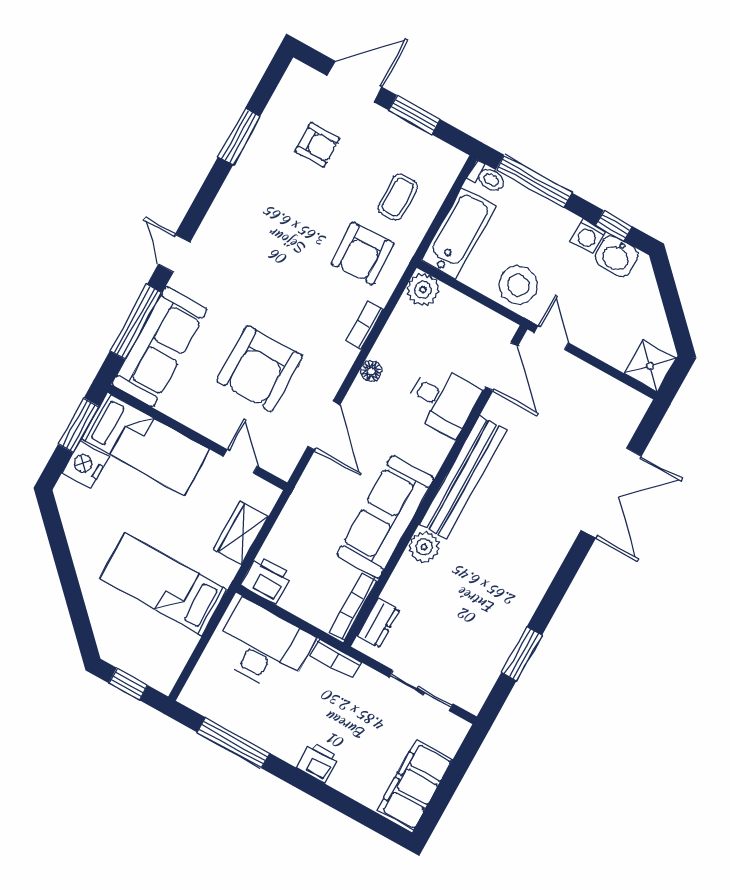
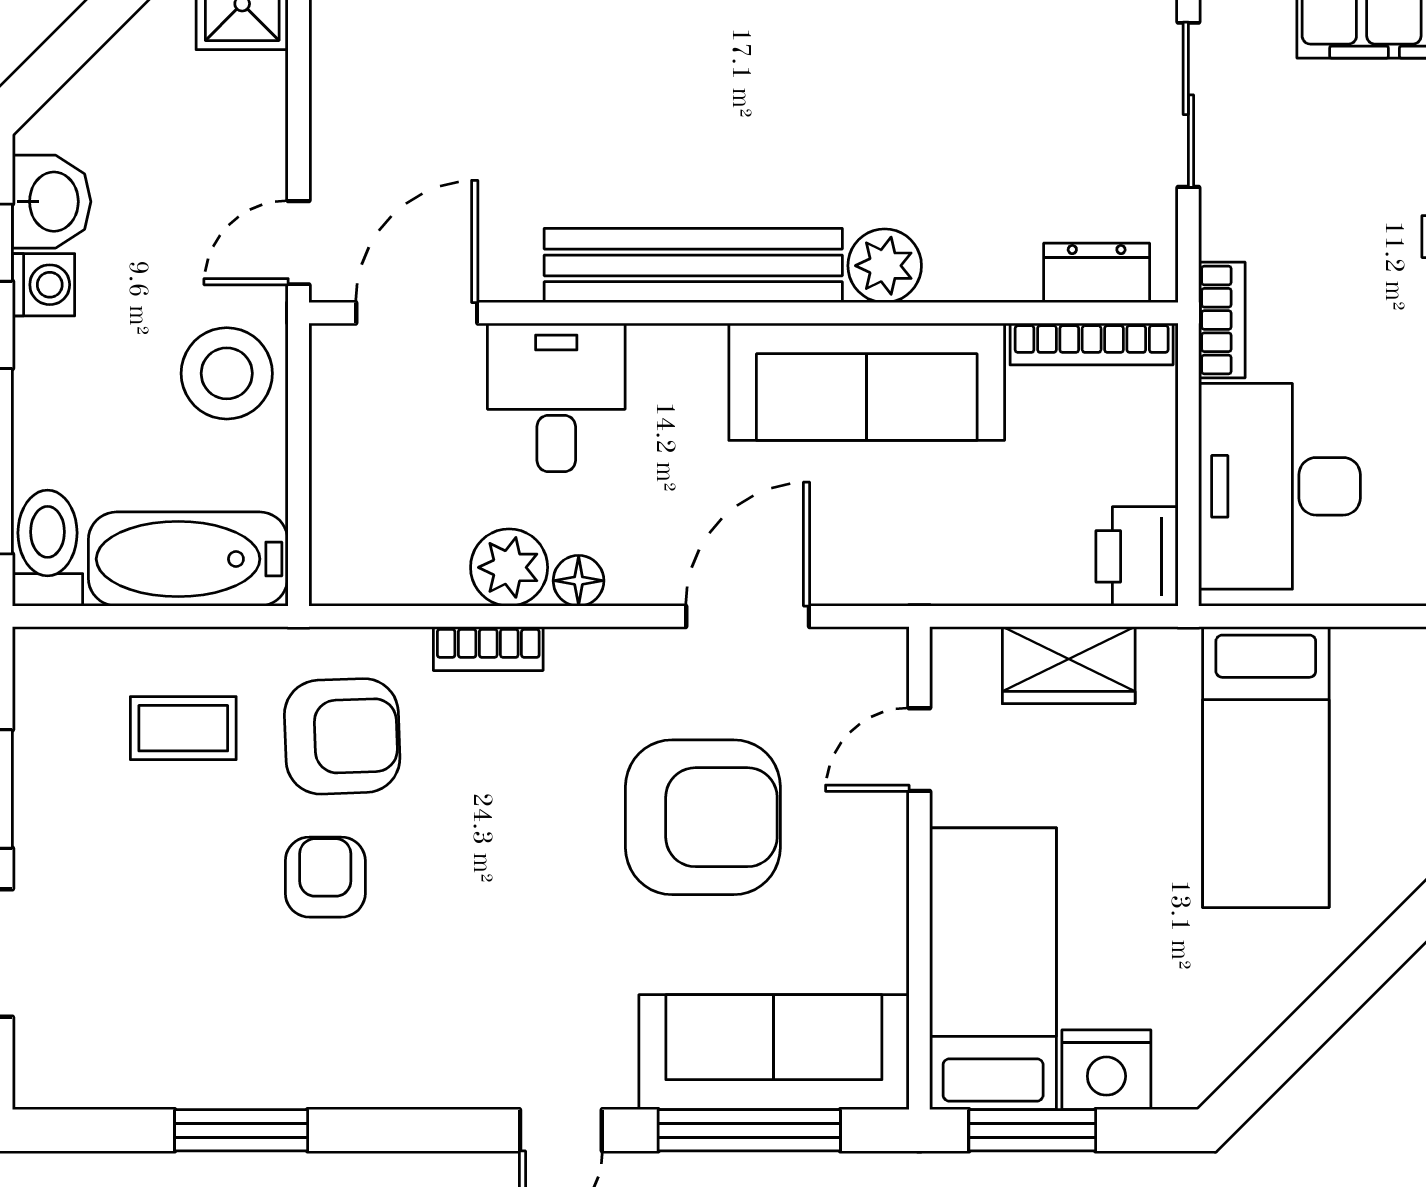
armchair: (317, 145) -> (325, 877), moved
toilet: (487, 177) -> (48, 548), width x1.37, depth x1.39
plant: (423, 290) -> (509, 567), moved

